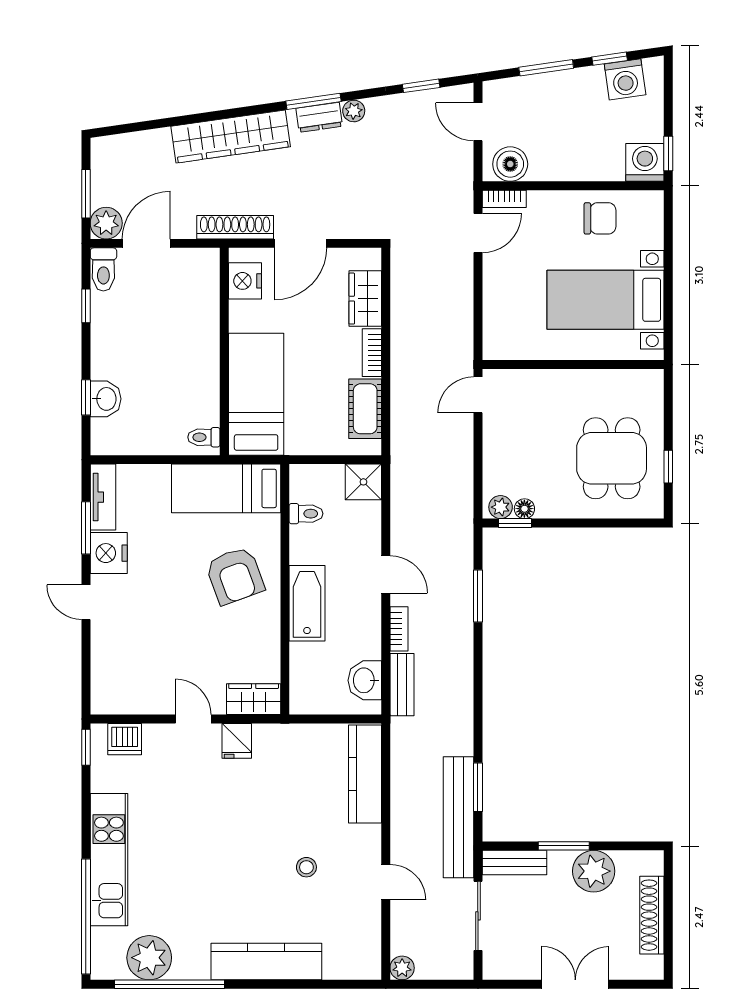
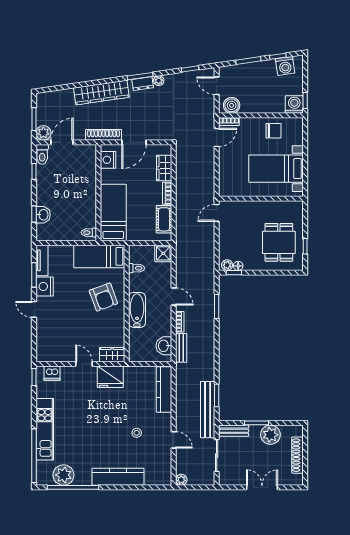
fridge: (237, 741) -> (110, 377), width x1.88, depth x1.34

